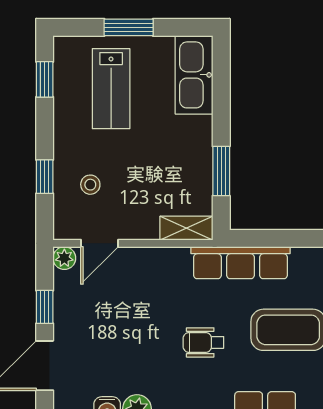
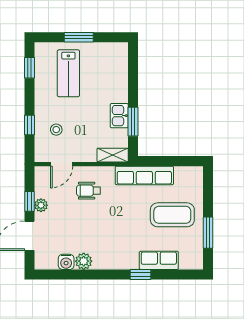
kitchen sink: (194, 75) -> (119, 116), moved, width x0.53, depth x0.81
plant: (64, 258) -> (41, 205), moved
wheelchair: (203, 342) -> (88, 191), moved

